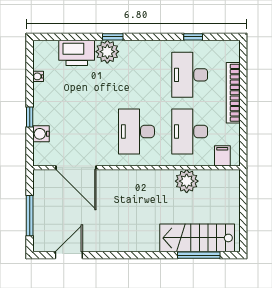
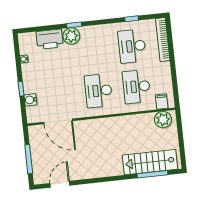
bookcase: (233, 93) -> (163, 40), moved
plant: (187, 181) -> (163, 120), moved

